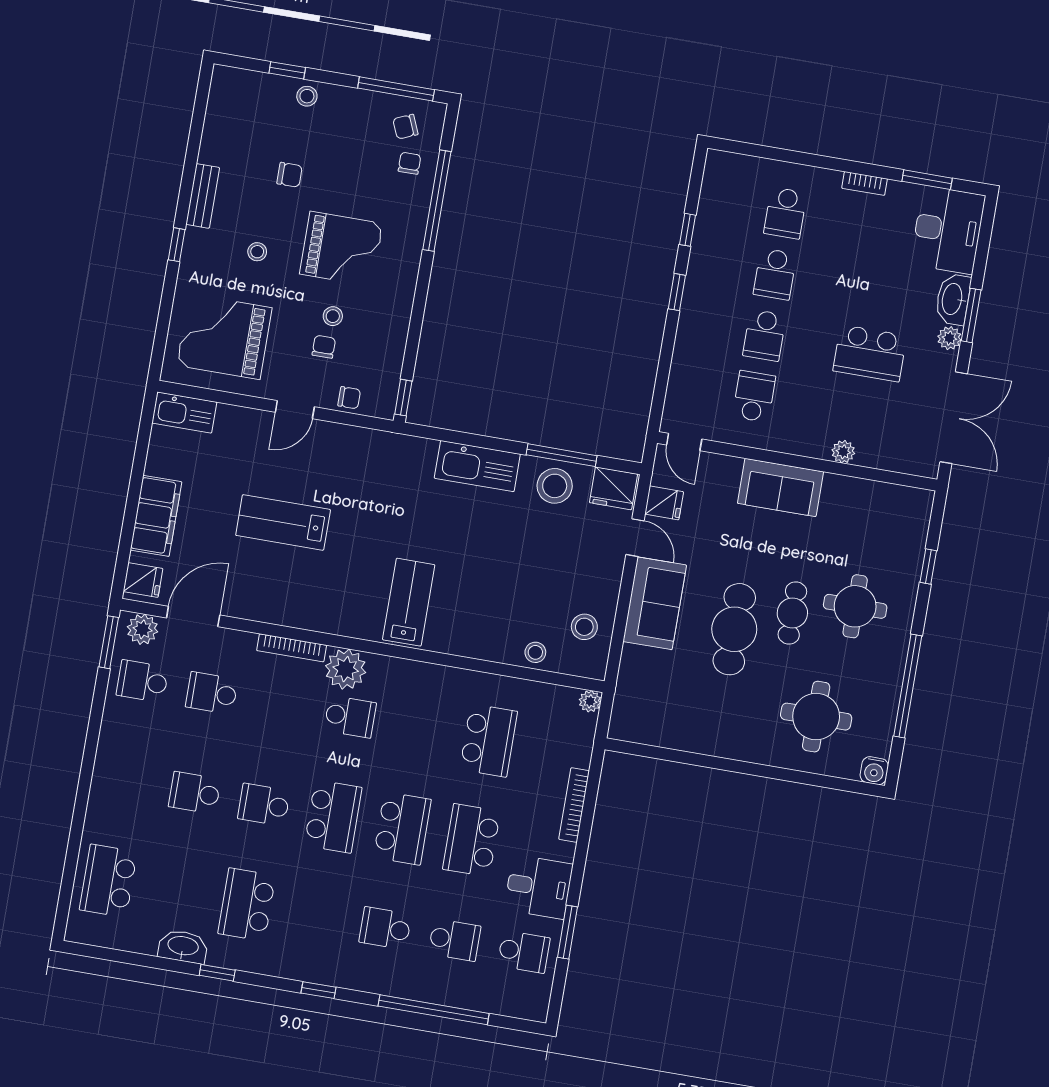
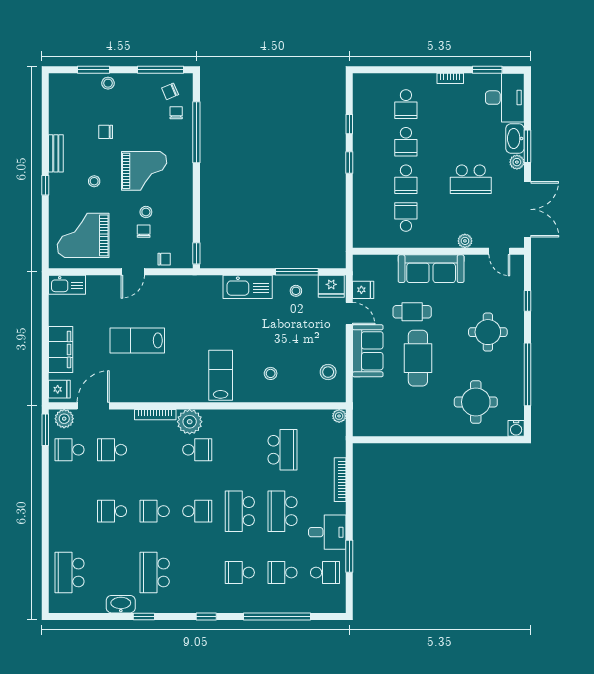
window: (287, 70) -> (94, 70), width x1.50
chair: (290, 175) -> (106, 132), turned 180
door: (684, 442) -> (499, 251), moved
stool: (555, 486) -> (296, 291), width x0.53, depth x0.53
sofa: (780, 487) -> (431, 269), width x1.36
cafe table: (792, 613) -> (412, 312), moved, turned 90
stool: (535, 652) -> (271, 373), moved
school desk: (333, 817) -> (197, 511), width x0.54
school desk: (402, 828) -> (240, 511), turned 180
school desk: (454, 940) -> (282, 573), turned 180

